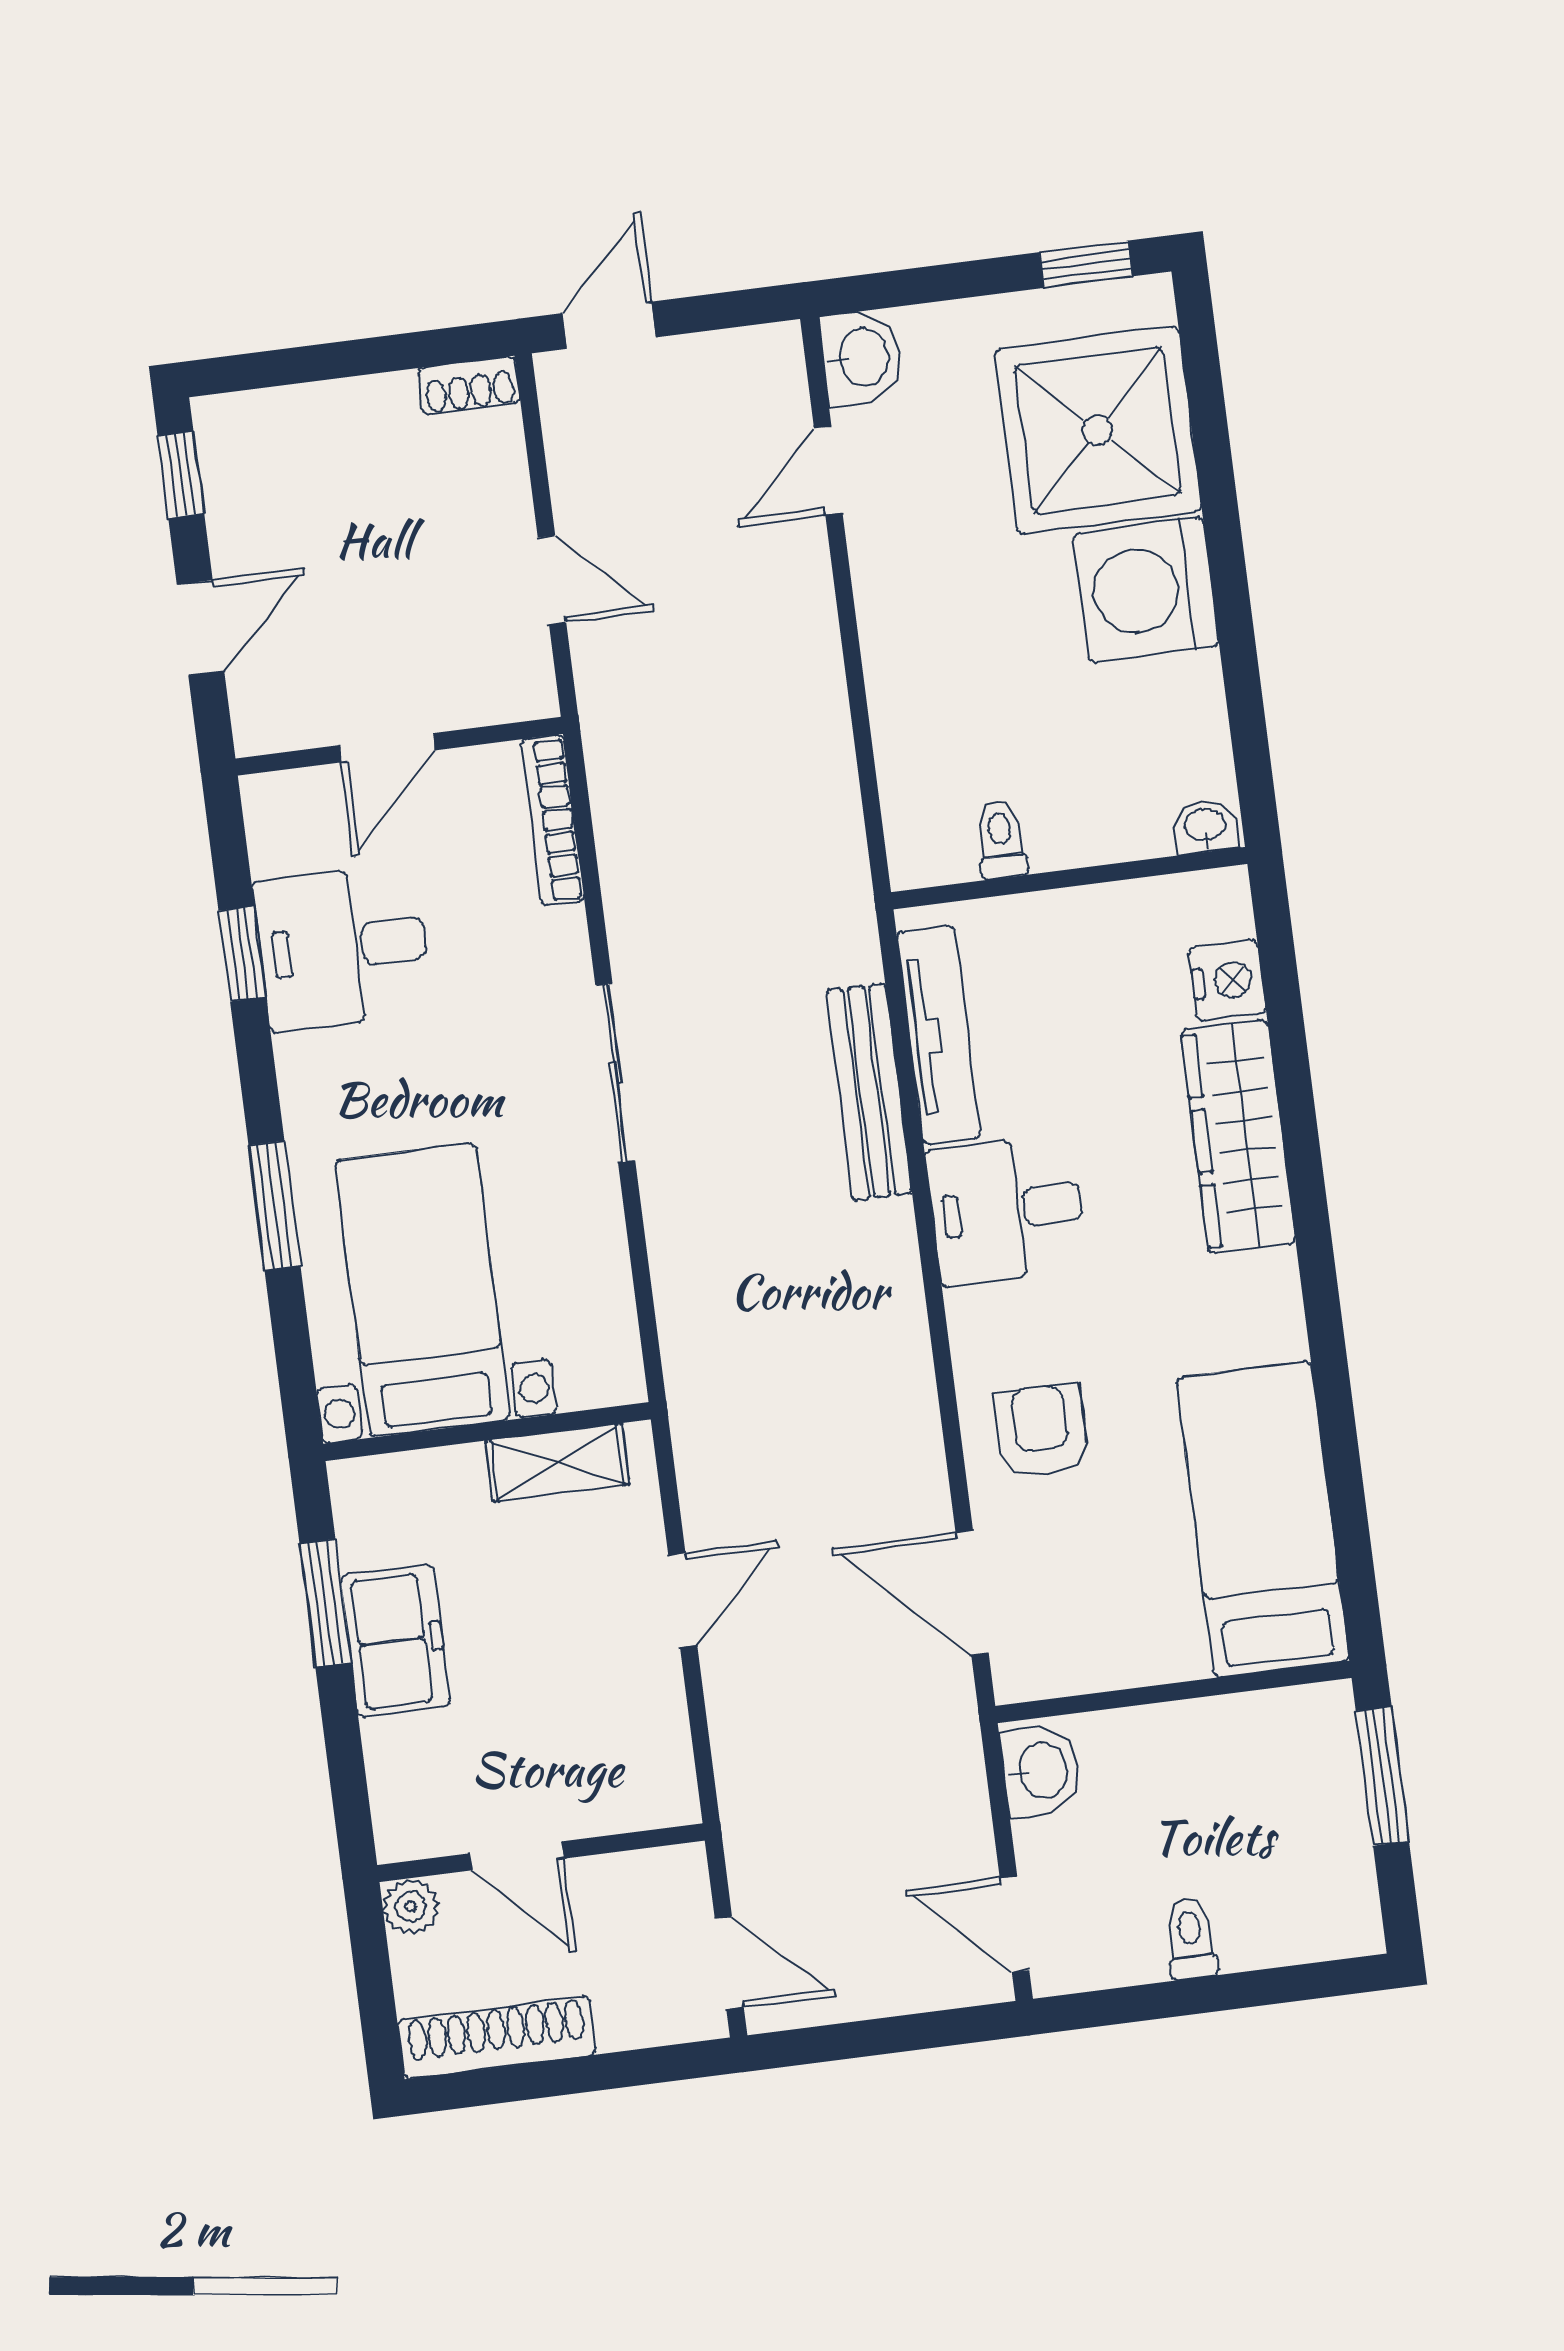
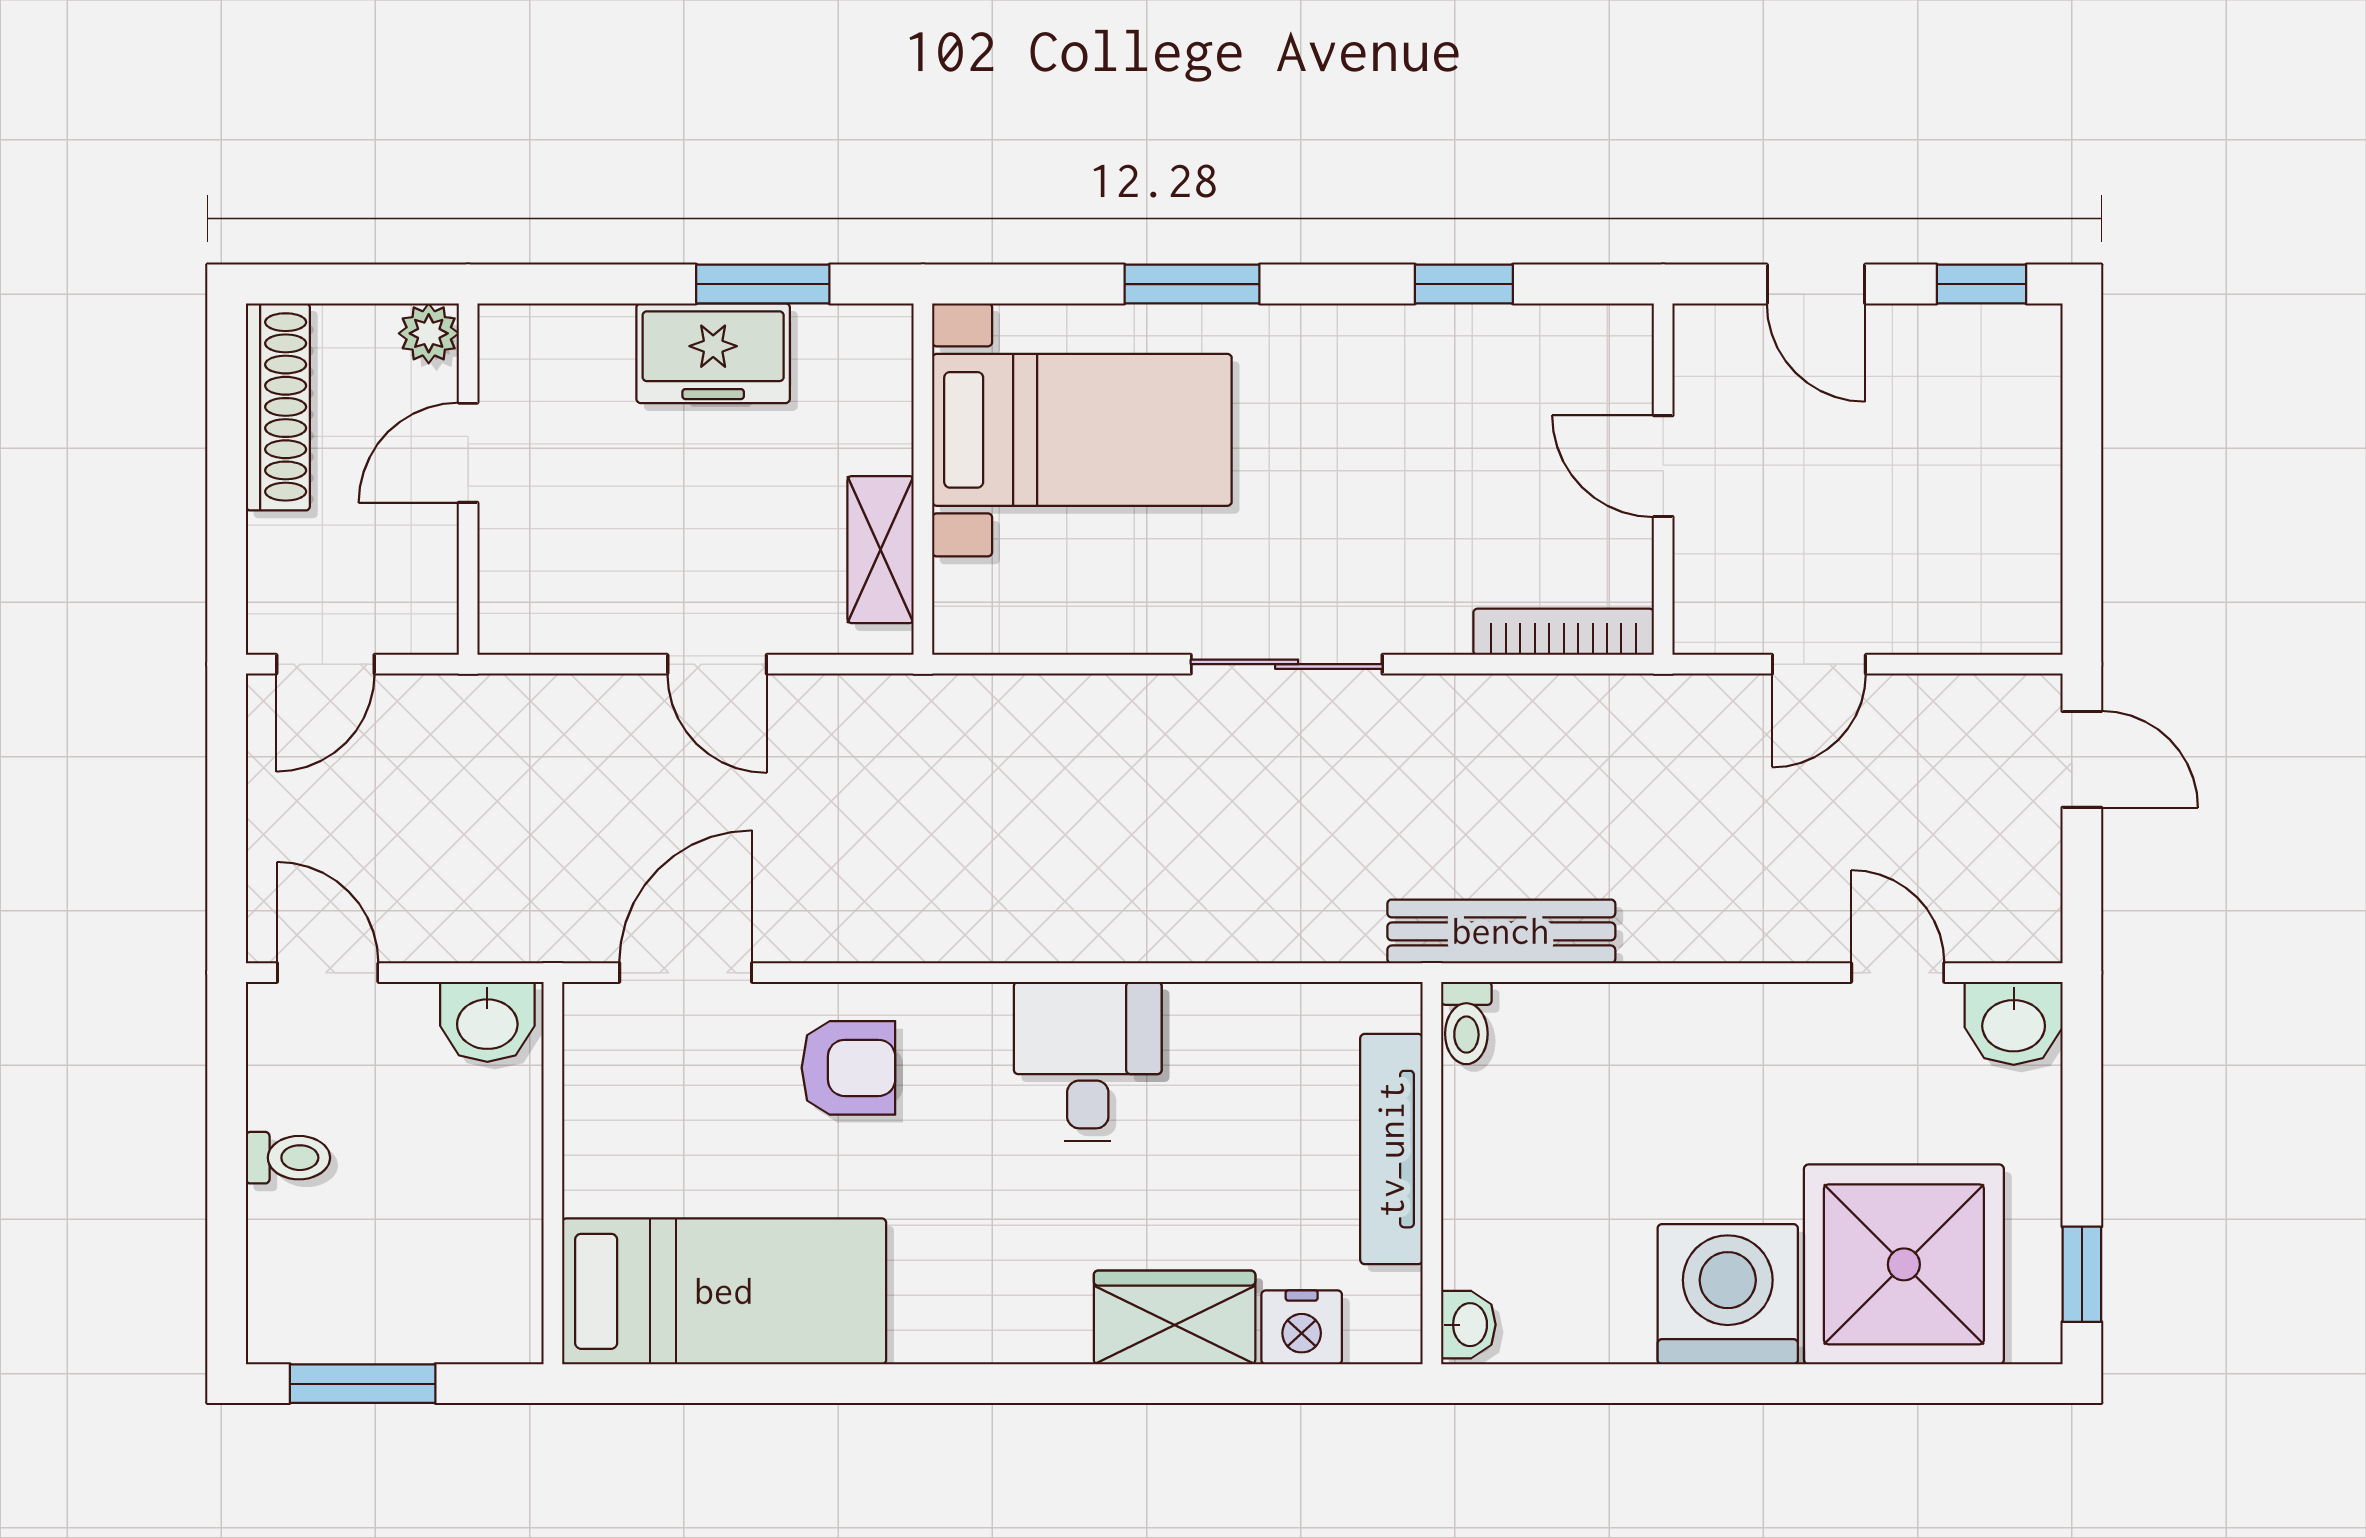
shoe rack: (469, 385) -> (2037, 602), removed
toilet: (1001, 839) -> (1466, 1023), moved, turned 90
desk: (343, 947) -> (1457, 392), removed
tv unit: (939, 1035) -> (1391, 1149), moved, turned 90
bench: (869, 1092) -> (1501, 931), moved
wardrobe: (1238, 1137) -> (1175, 1317), width x0.67
window: (1382, 1776) -> (363, 1384), moved
door: (1015, 1924) -> (328, 973), hinge flipped

